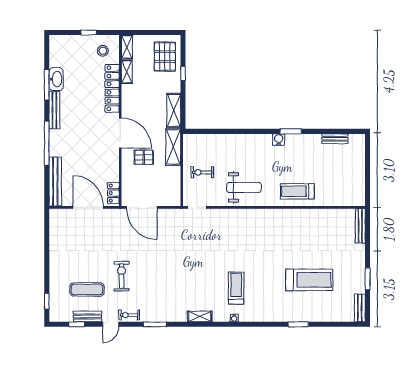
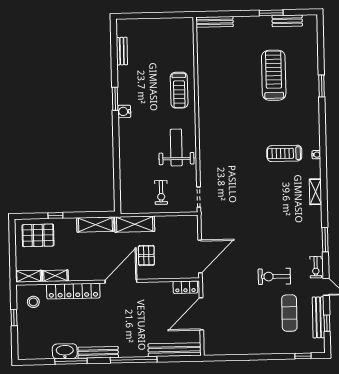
bench: (360, 308) -> (287, 21), moved
bench: (87, 317) -> (318, 317), width x1.36

